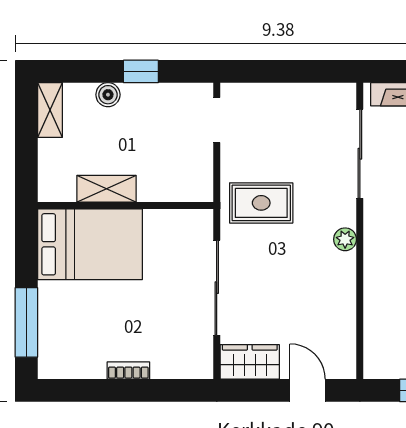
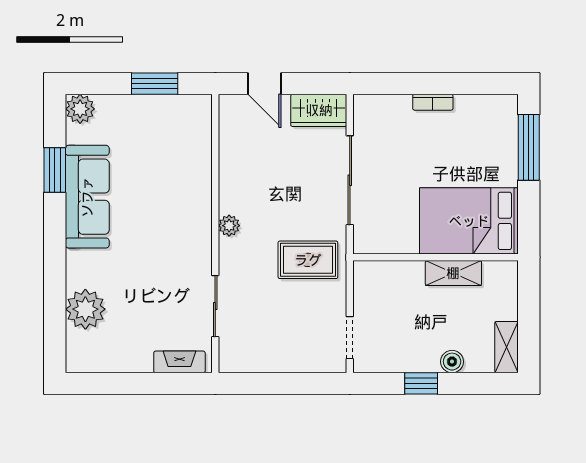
sliding door: (360, 154) -> (215, 306), width x0.73

